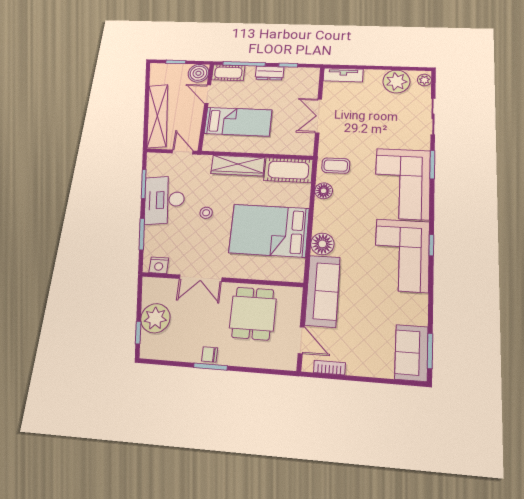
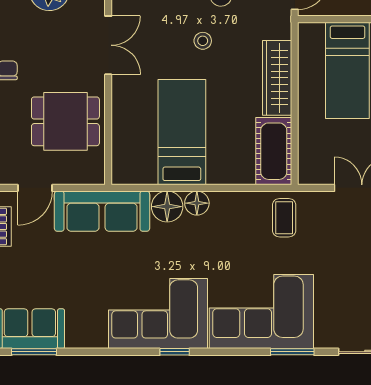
floor lamp: (324, 191) -> (197, 203), moved
bed: (269, 231) -> (182, 132), width x0.67
double door: (201, 278) -> (108, 45), swing flipped

